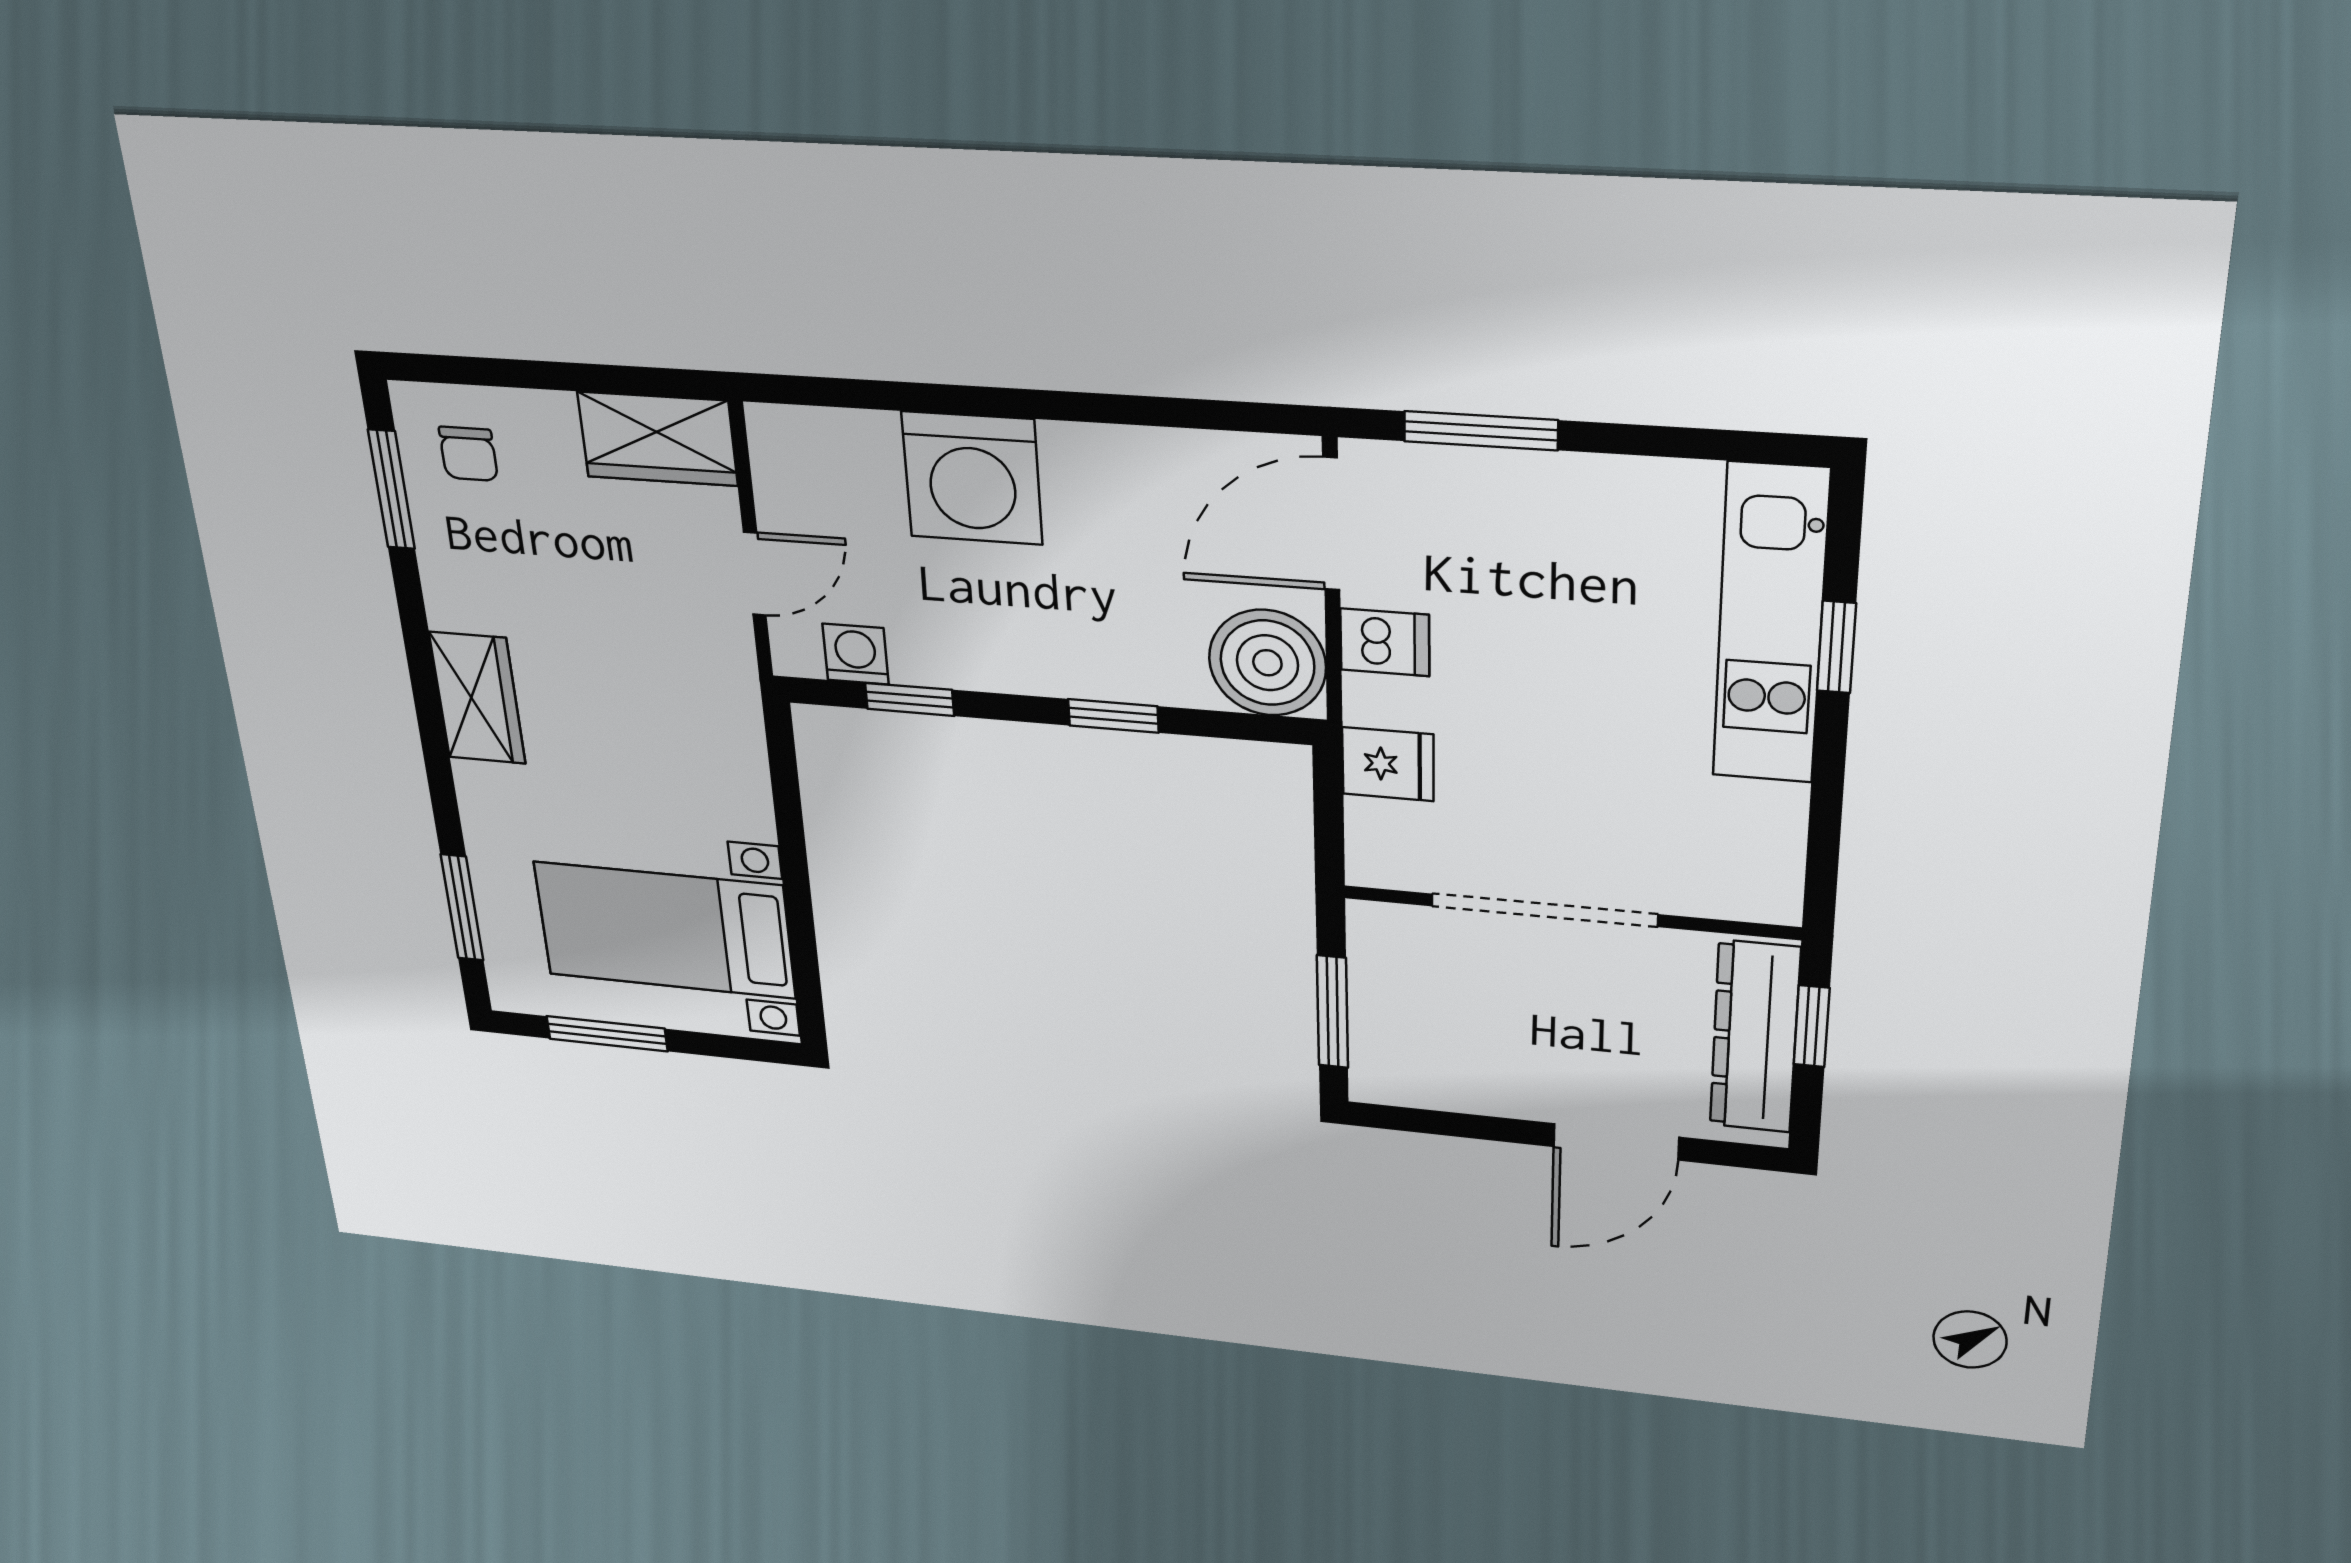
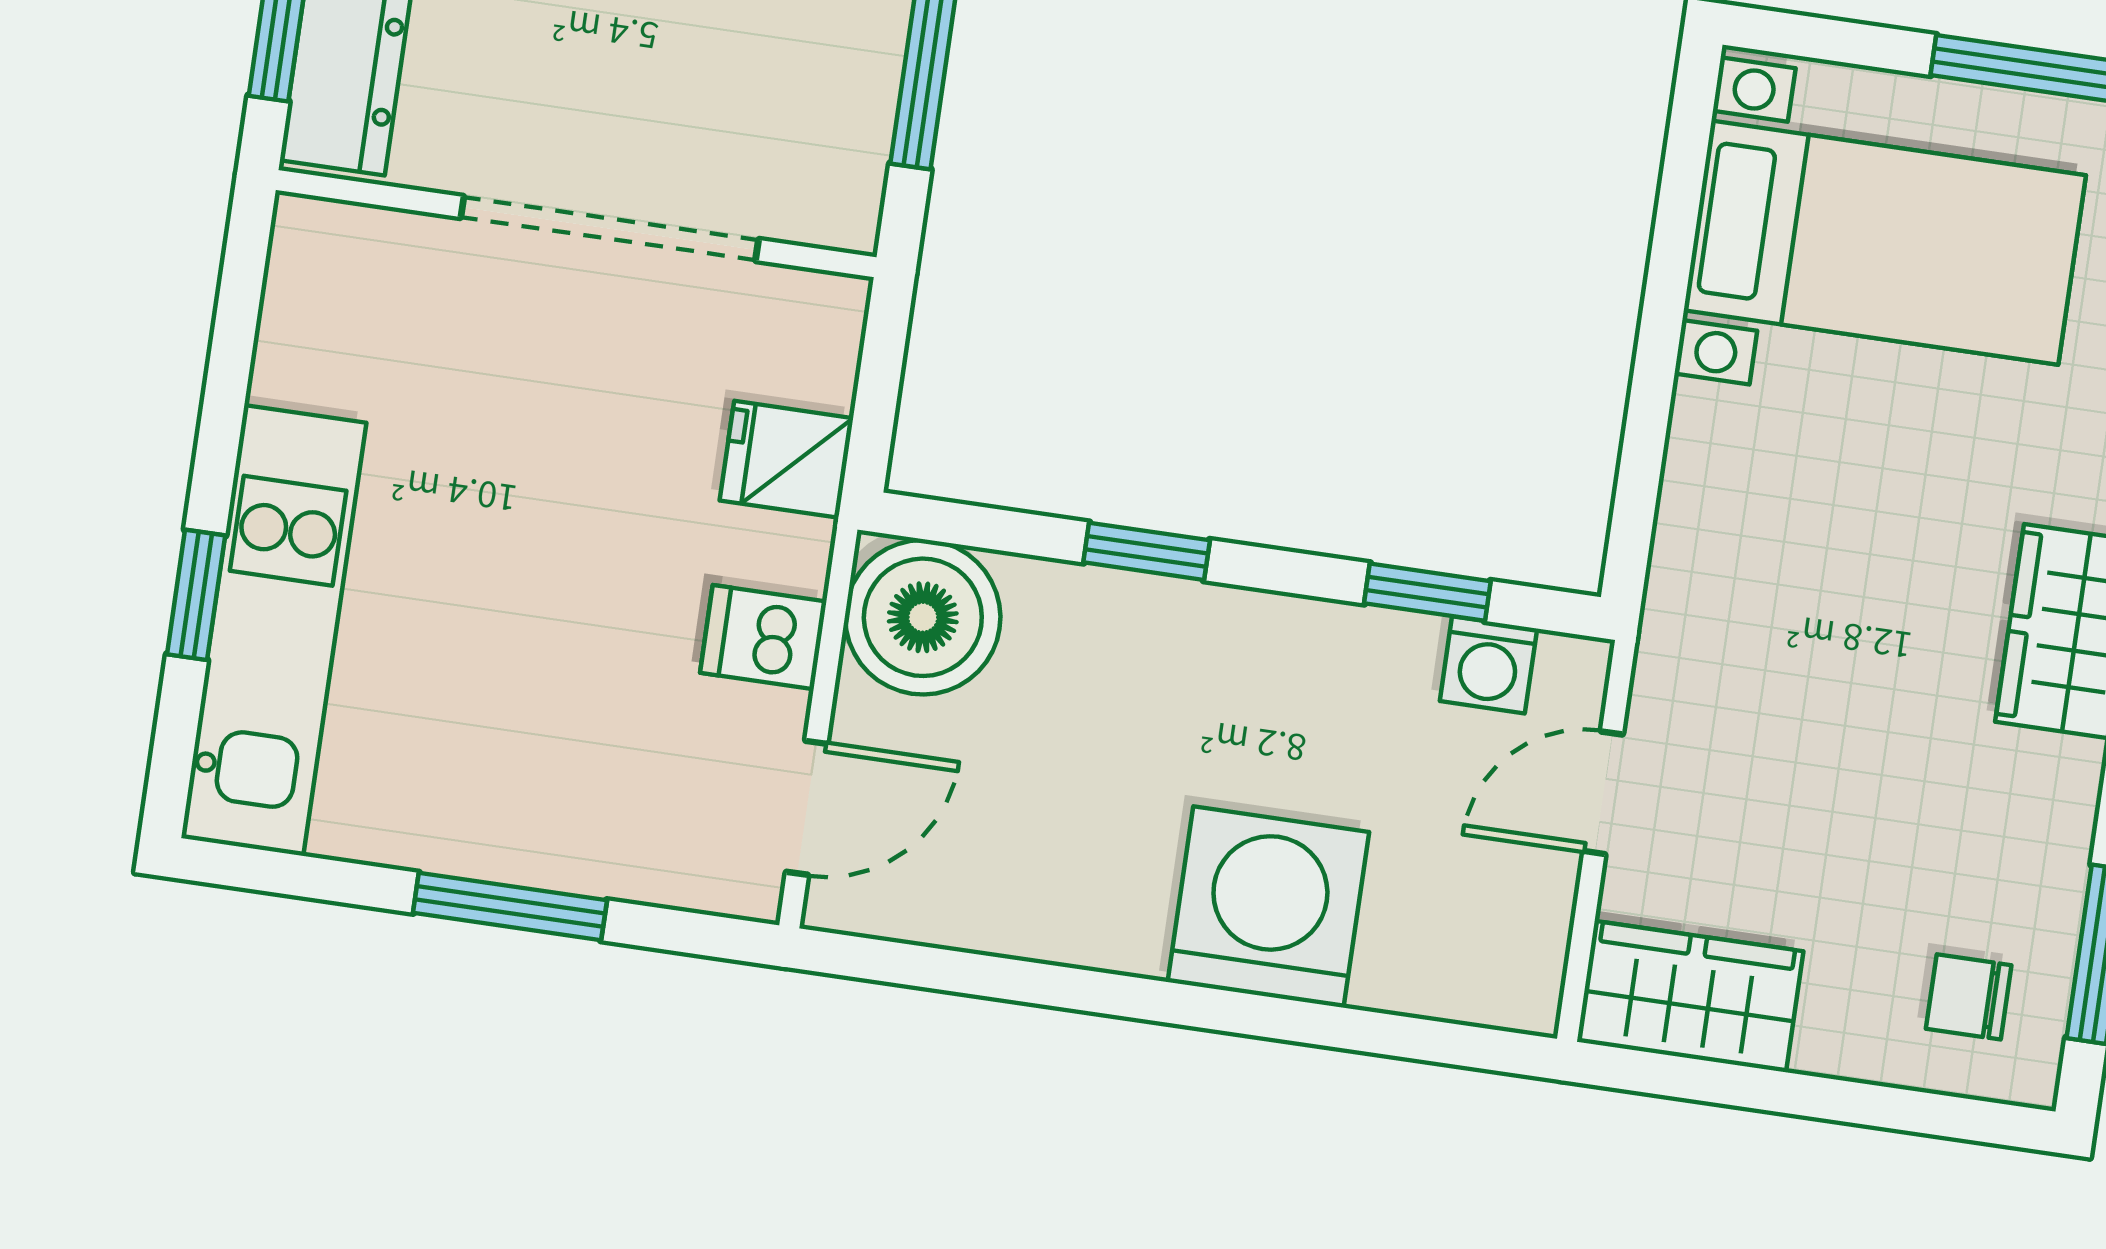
window: (1481, 431) -> (510, 906), moved
chair: (468, 454) -> (1969, 997), turned -90
door: (1331, 524) -> (807, 808), width x0.73

